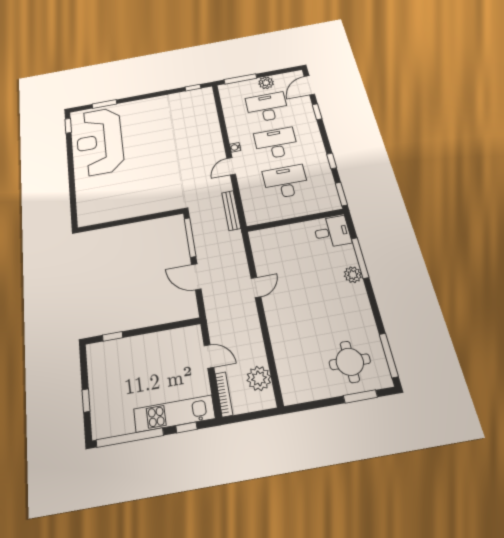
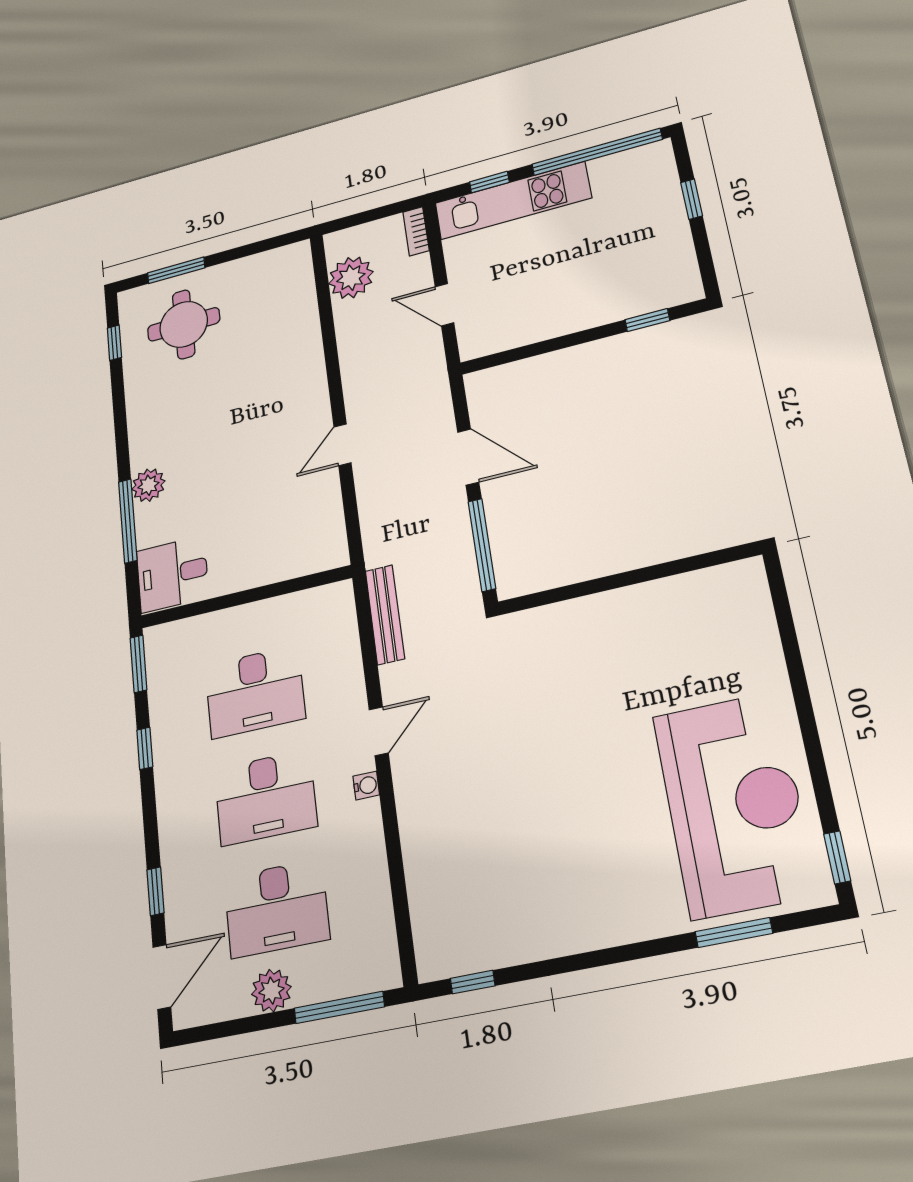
window: (389, 355) -> (114, 343), width x0.46
bookcase: (224, 394) -> (416, 231), width x0.64

